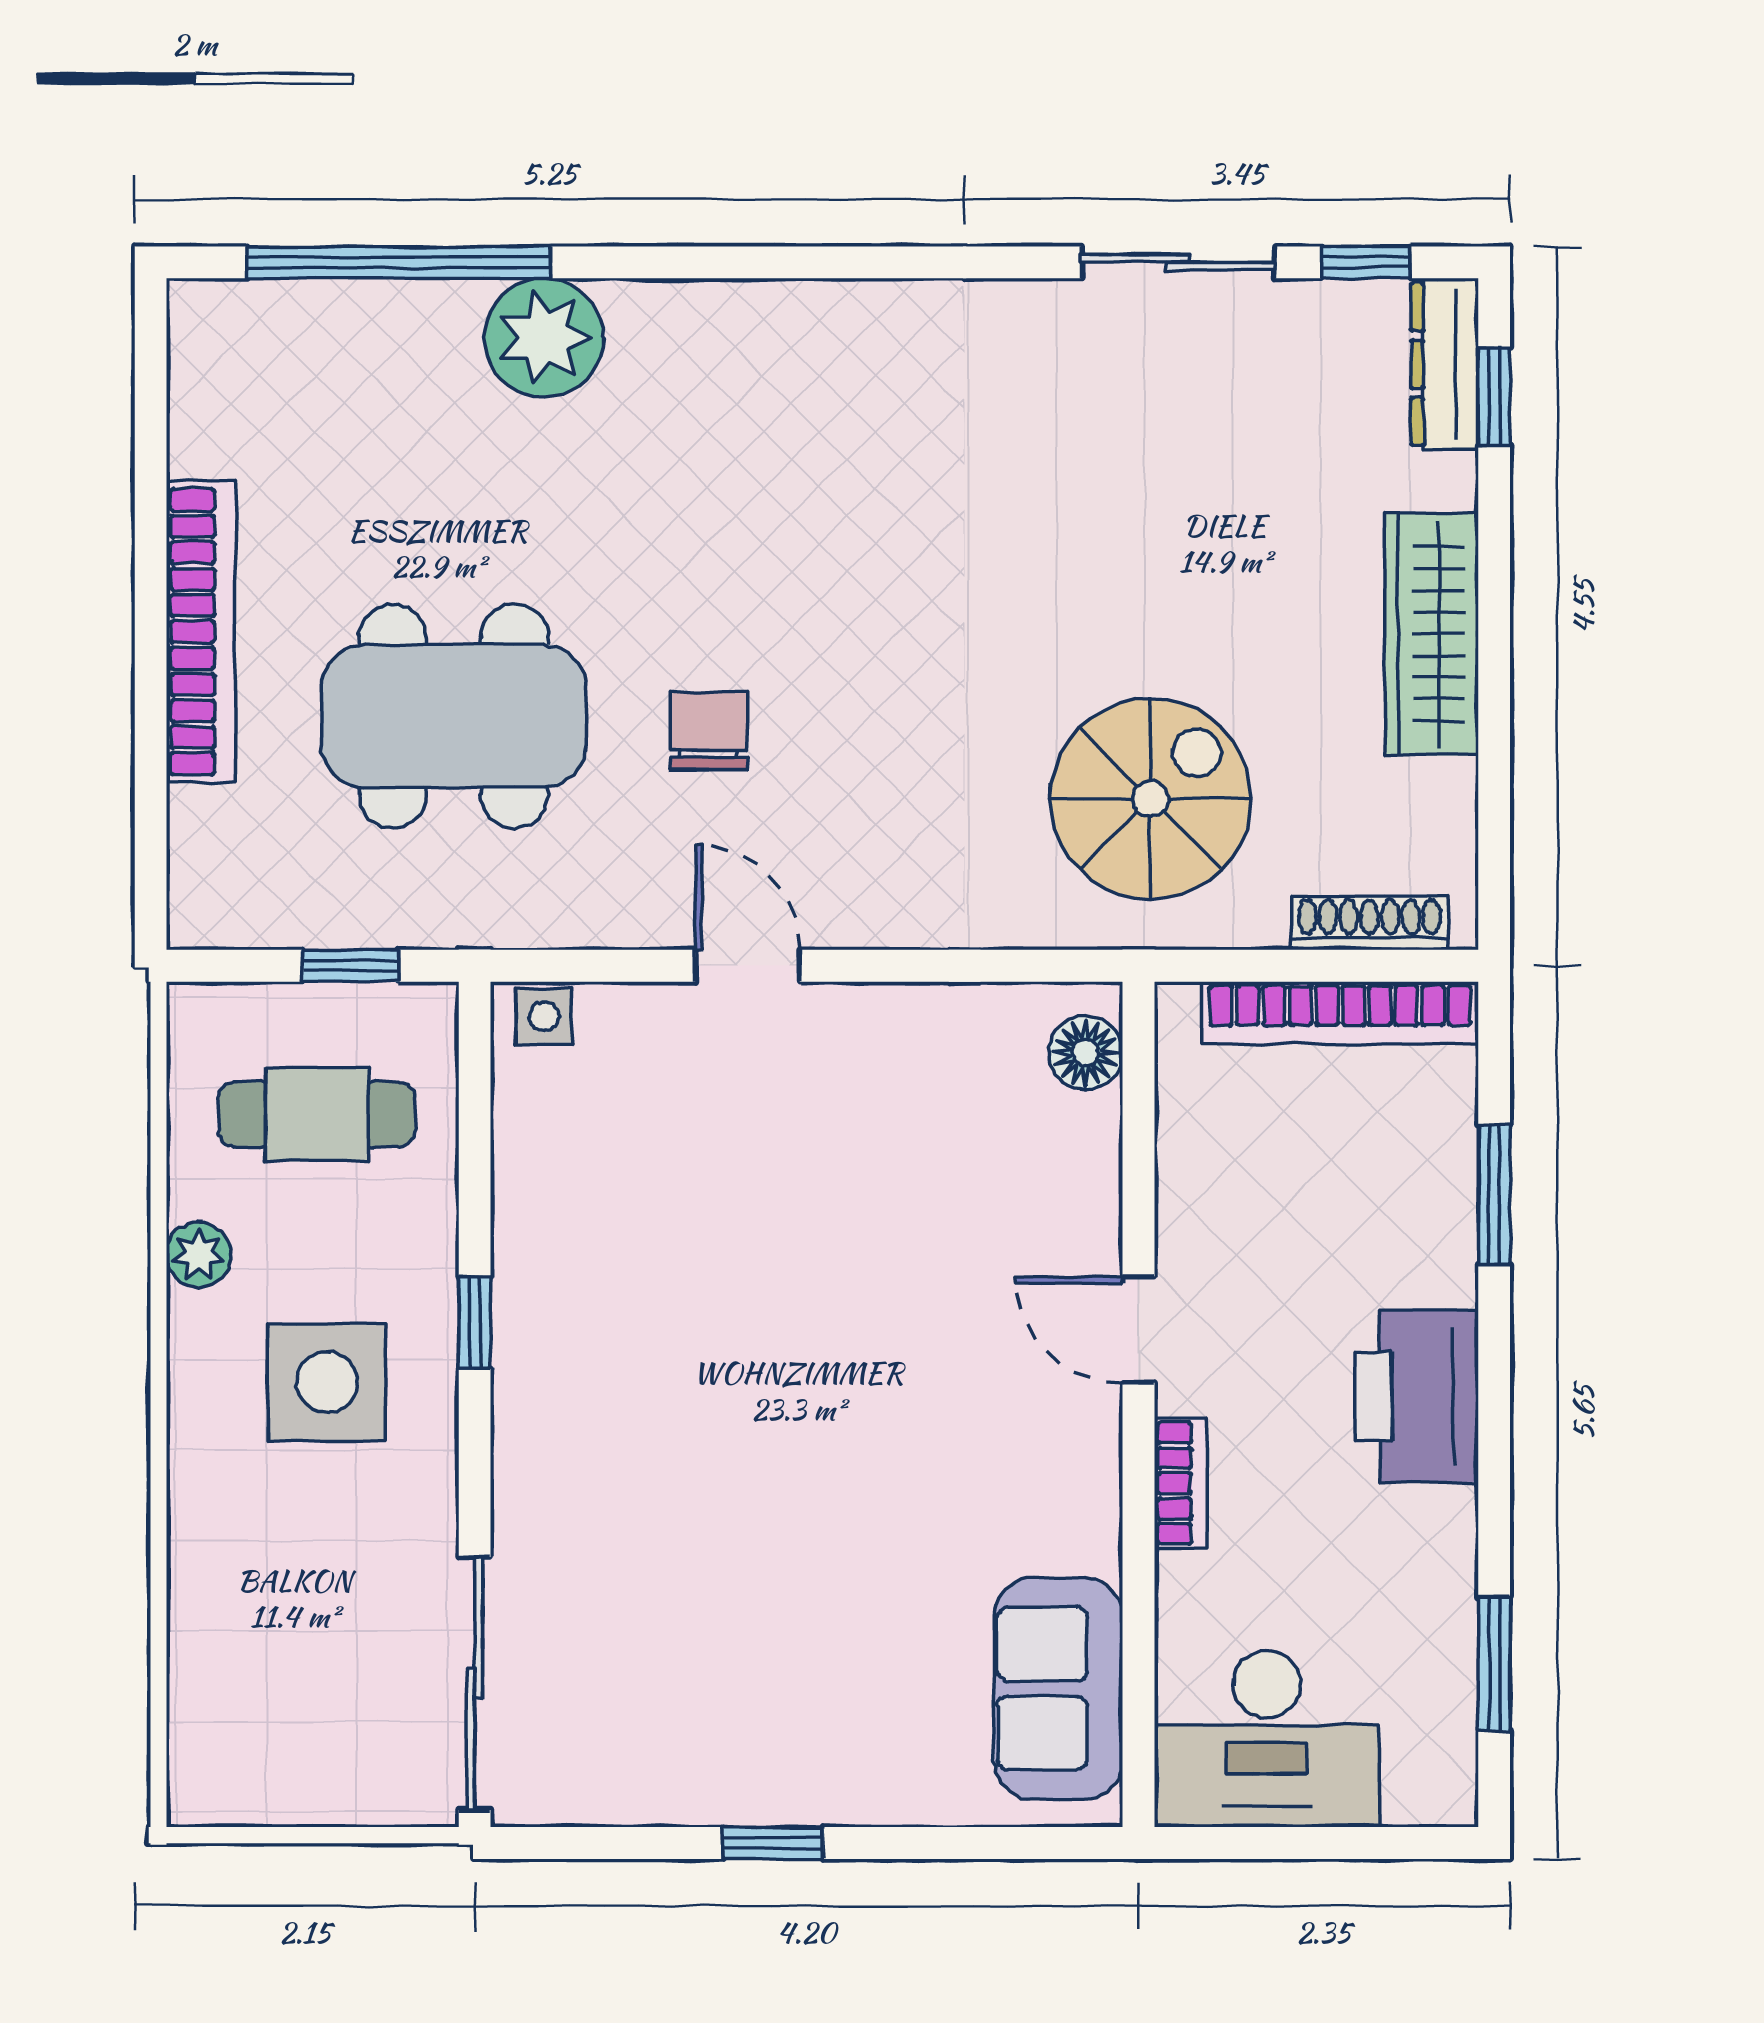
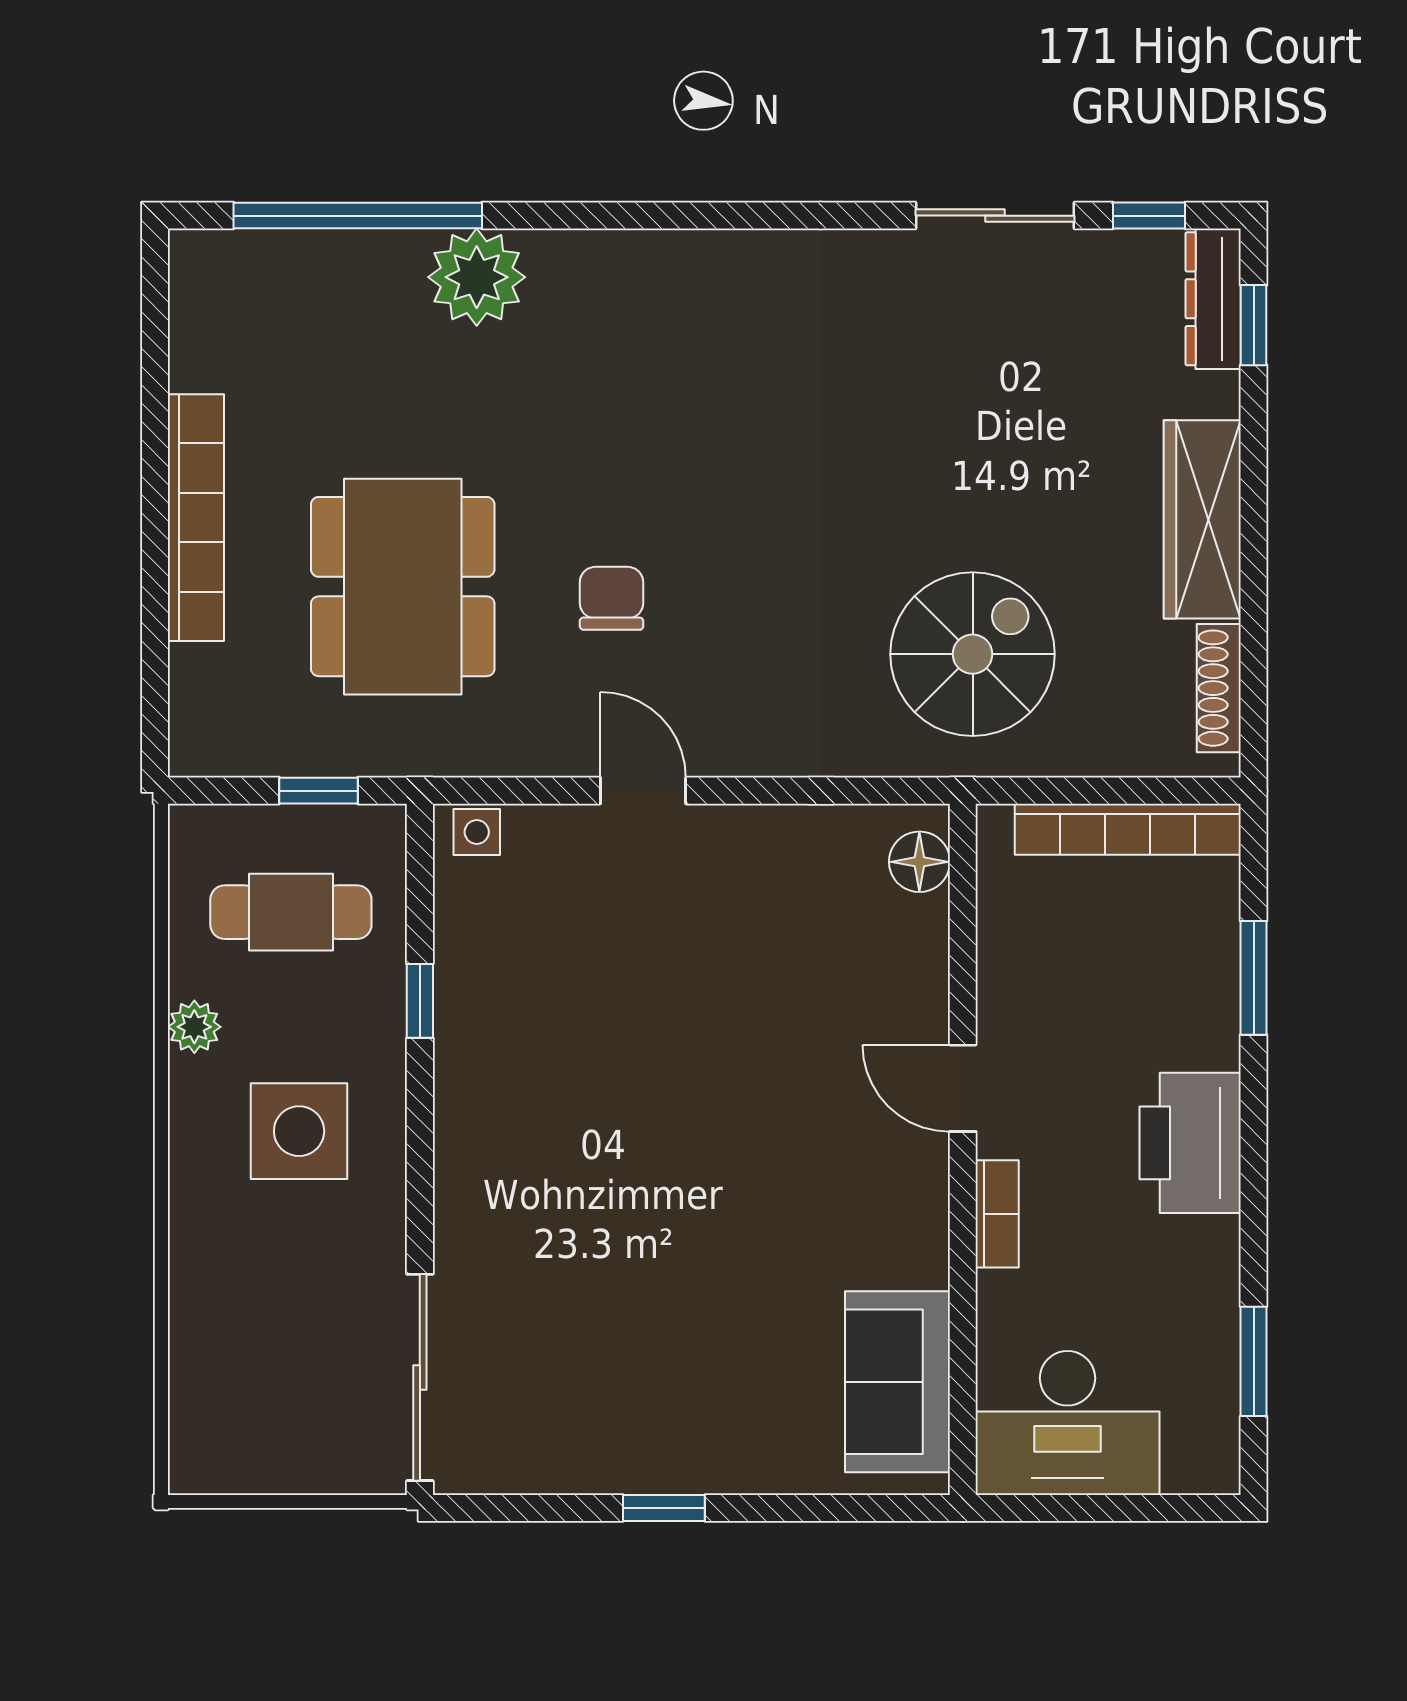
dining table: (454, 716) -> (403, 587), turned 90
shoe rack: (1369, 923) -> (1219, 688), moved, turned -90
window: (475, 1322) -> (420, 1001), moved

